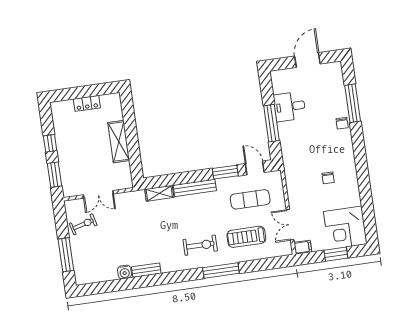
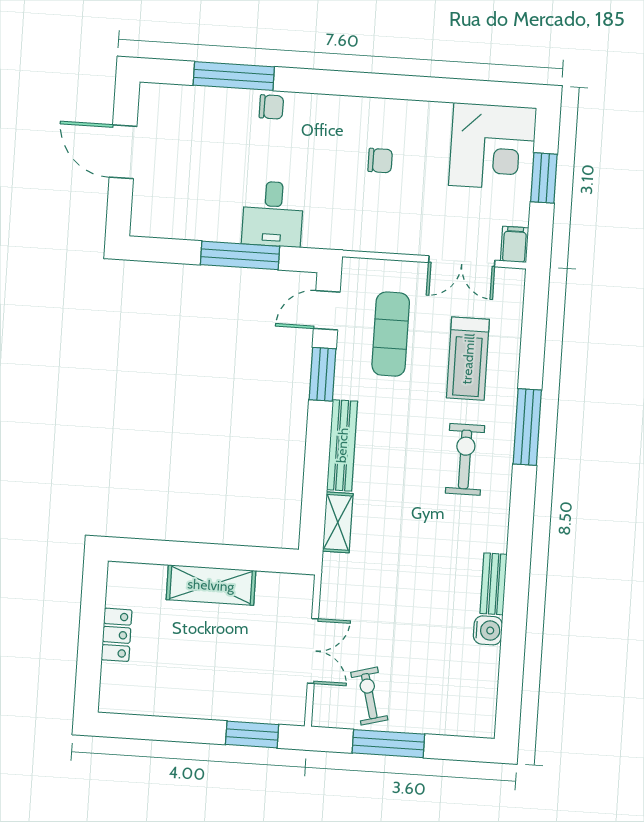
desk: (290, 107) -> (273, 214), moved
window: (50, 143) -> (184, 730), removed
window: (66, 255) -> (388, 744), moved

